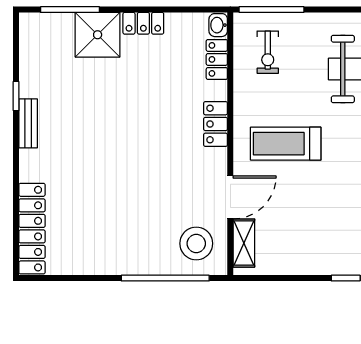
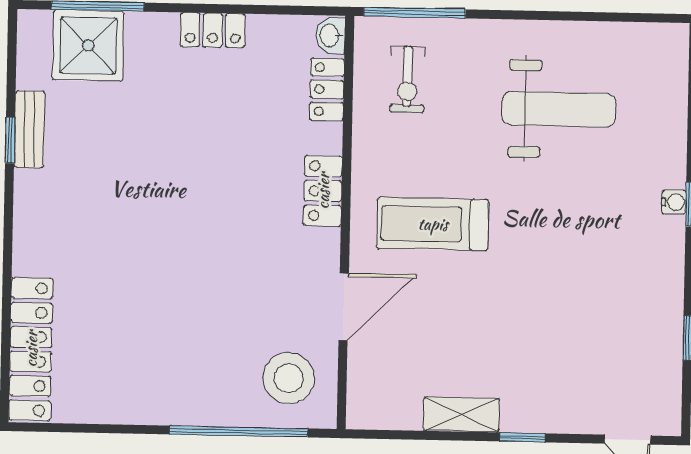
shower: (98, 35) -> (88, 46), moved
bench: (28, 123) -> (29, 129), moved
shelving: (244, 243) -> (461, 415), moved, turned 90

